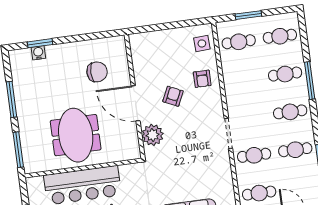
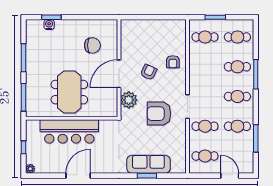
side table: (202, 43) -> (176, 34), removed
door: (136, 103) -> (119, 74), hinge flipped
armchair: (193, 147) -> (159, 114), added

